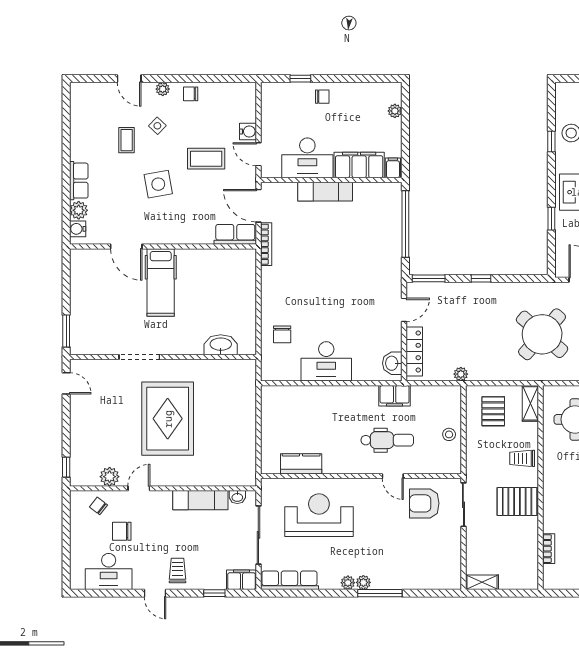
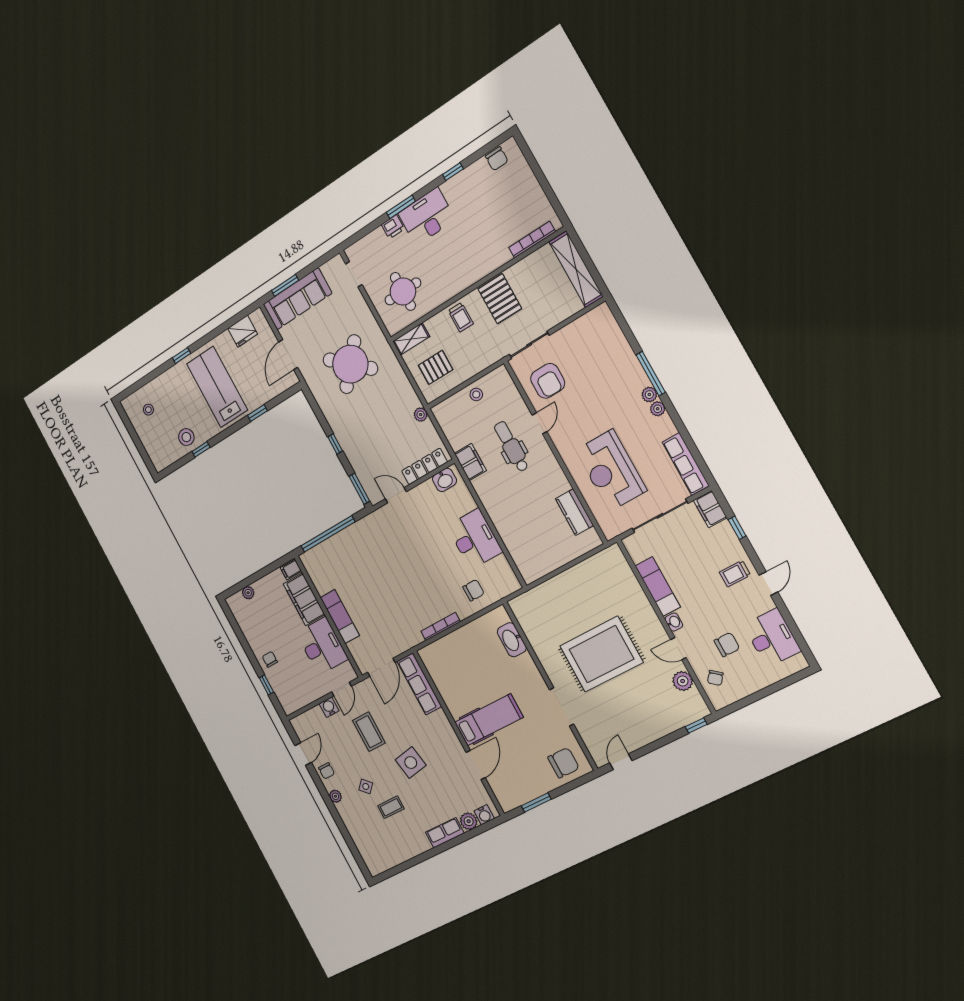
door: (129, 79) -> (303, 754), moved
row of seats: (235, 234) -> (419, 684), width x1.48
bookcase: (266, 244) -> (441, 627), moved
window: (66, 331) -> (536, 803), moved
chair: (90, 331) -> (563, 763), added
washbasin: (237, 497) -> (674, 622), moved
chair: (122, 531) -> (727, 645), turned -90
bookcase: (549, 549) -> (532, 240), width x1.56
shelving: (482, 582) -> (576, 269), width x2.20, depth x1.33

